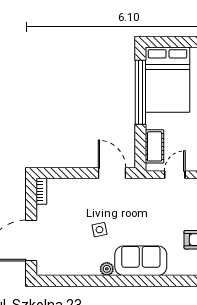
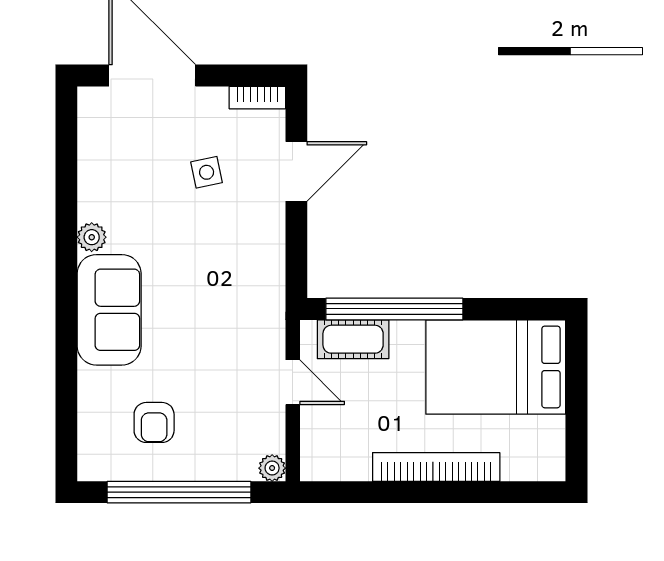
window: (140, 92) -> (394, 309), moved
door: (112, 173) -> (296, 171), moved
side table: (99, 230) -> (207, 172), moved

